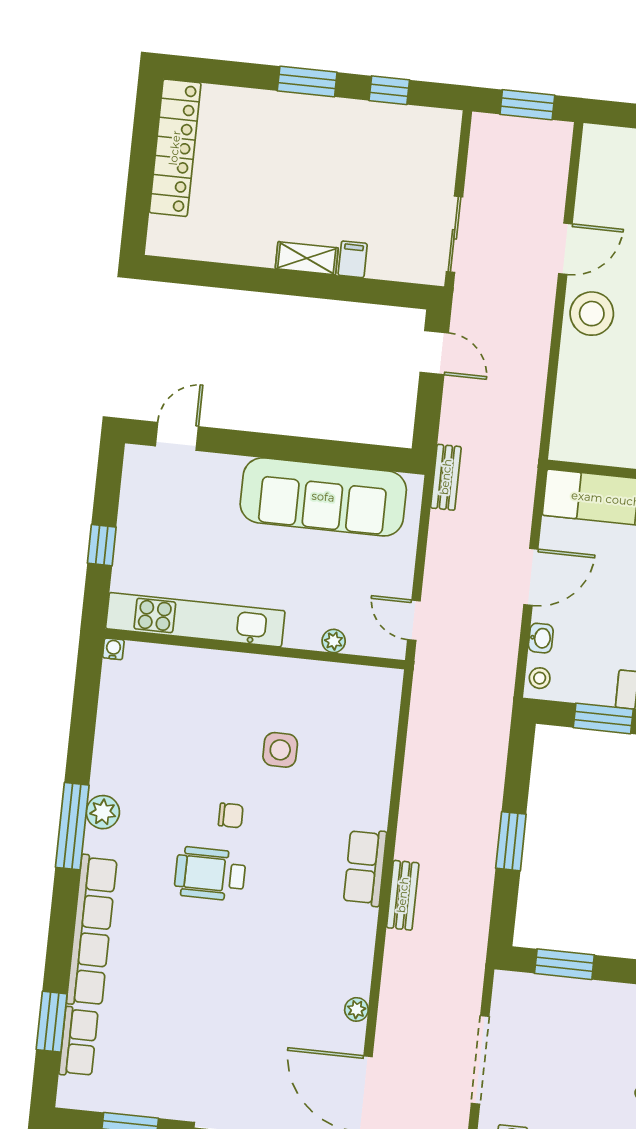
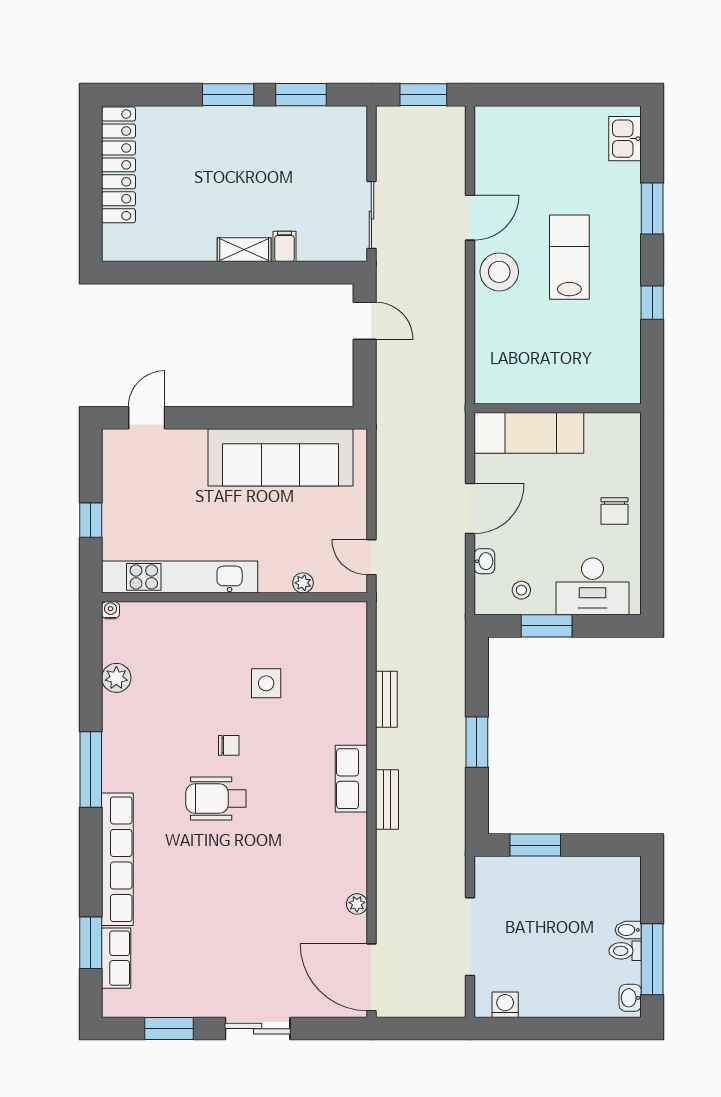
window: (389, 90) -> (301, 95), width x1.50
bench: (446, 477) -> (386, 699), moved
stool: (540, 678) -> (521, 590), moved
plant: (103, 812) -> (116, 678), moved

